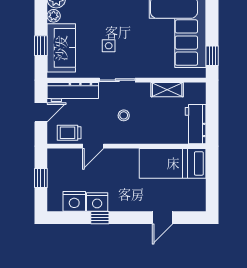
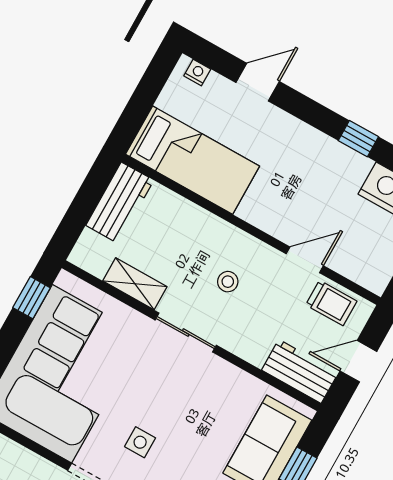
side table: (109, 46) -> (140, 442), moved
sliding door: (117, 80) -> (186, 333), moved
workbench: (73, 92) -> (300, 371), width x0.73
nightstand: (97, 202) -> (197, 73), moved, width x0.53, depth x0.56

